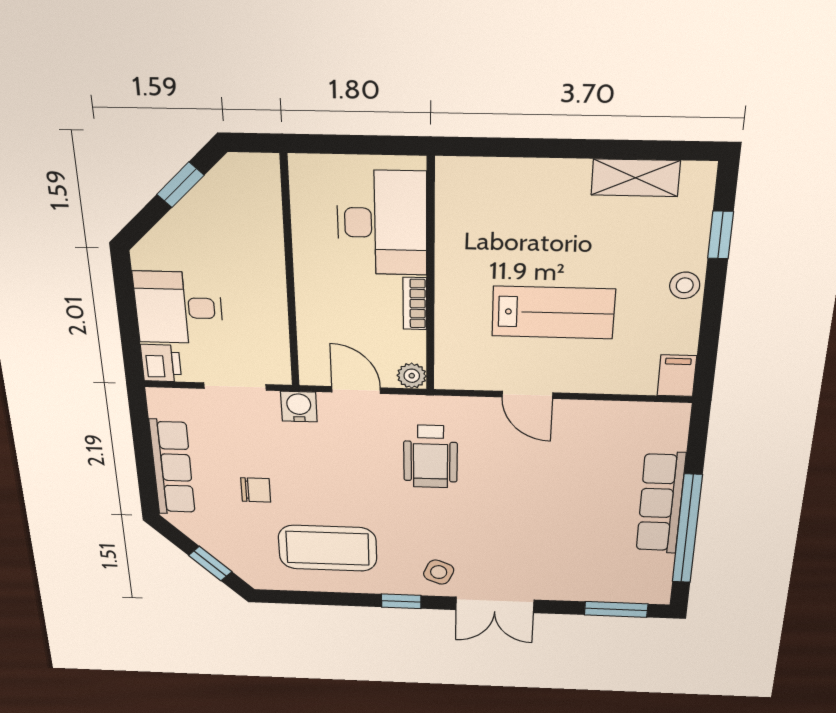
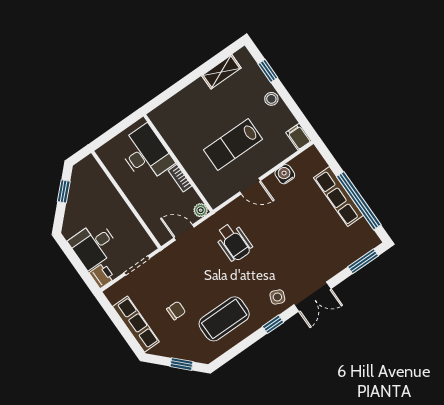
lab bench: (553, 313) -> (233, 144), turned 180
water cooler: (299, 407) -> (285, 174), moved

